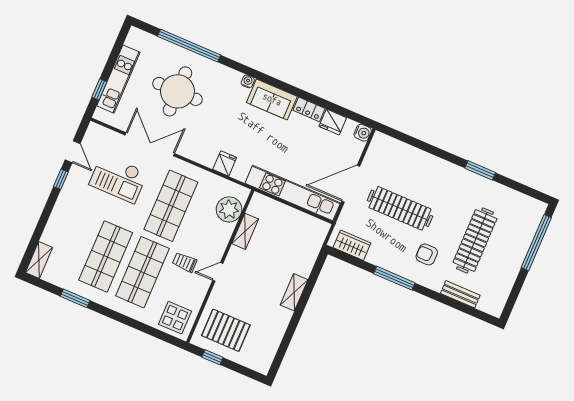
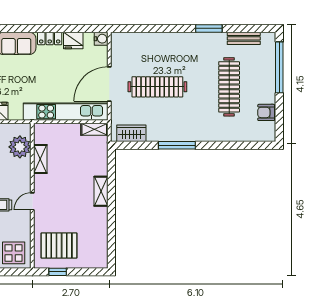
shelving: (315, 224) -> (94, 129), added
armchair: (427, 254) -> (266, 112), moved
bench: (460, 294) -> (244, 38), moved

